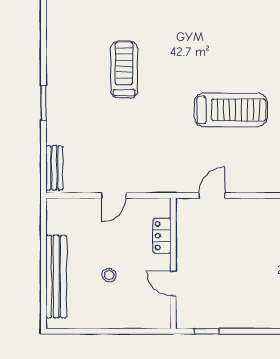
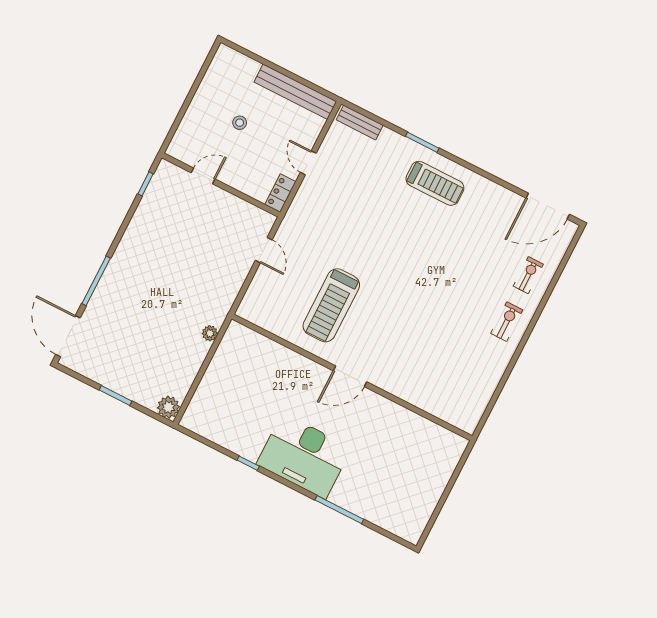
treadmill: (124, 70) -> (435, 183), moved
locker: (162, 236) -> (280, 193), moved, turned -90
bench: (56, 276) -> (295, 92), moved

